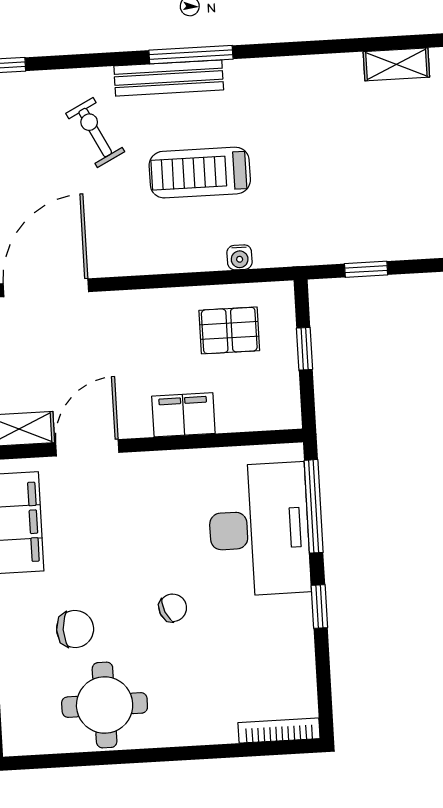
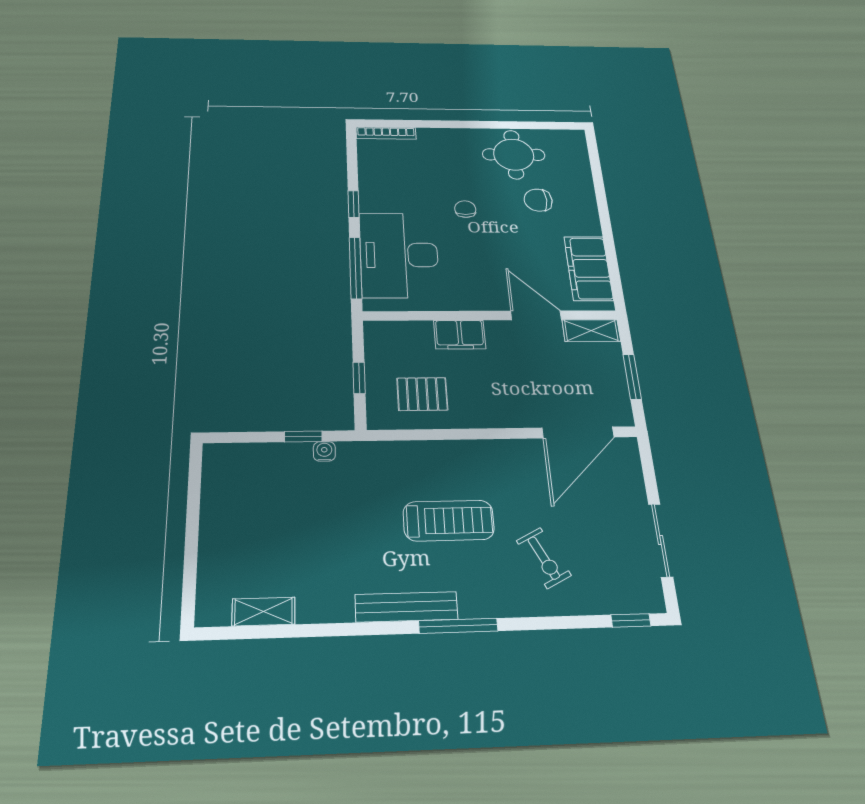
bench: (169, 78) -> (406, 607), moved
water cooler: (239, 257) -> (324, 451), moved
door: (87, 448) -> (536, 315), swing flipped
chair: (173, 608) -> (465, 209), turned 113

